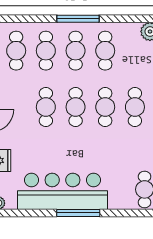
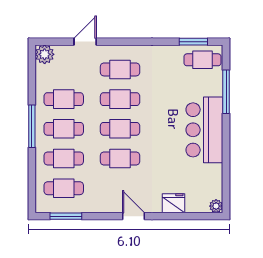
bar counter: (62, 191) -> (204, 130), width x0.73
window: (78, 213) -> (226, 92), moved

